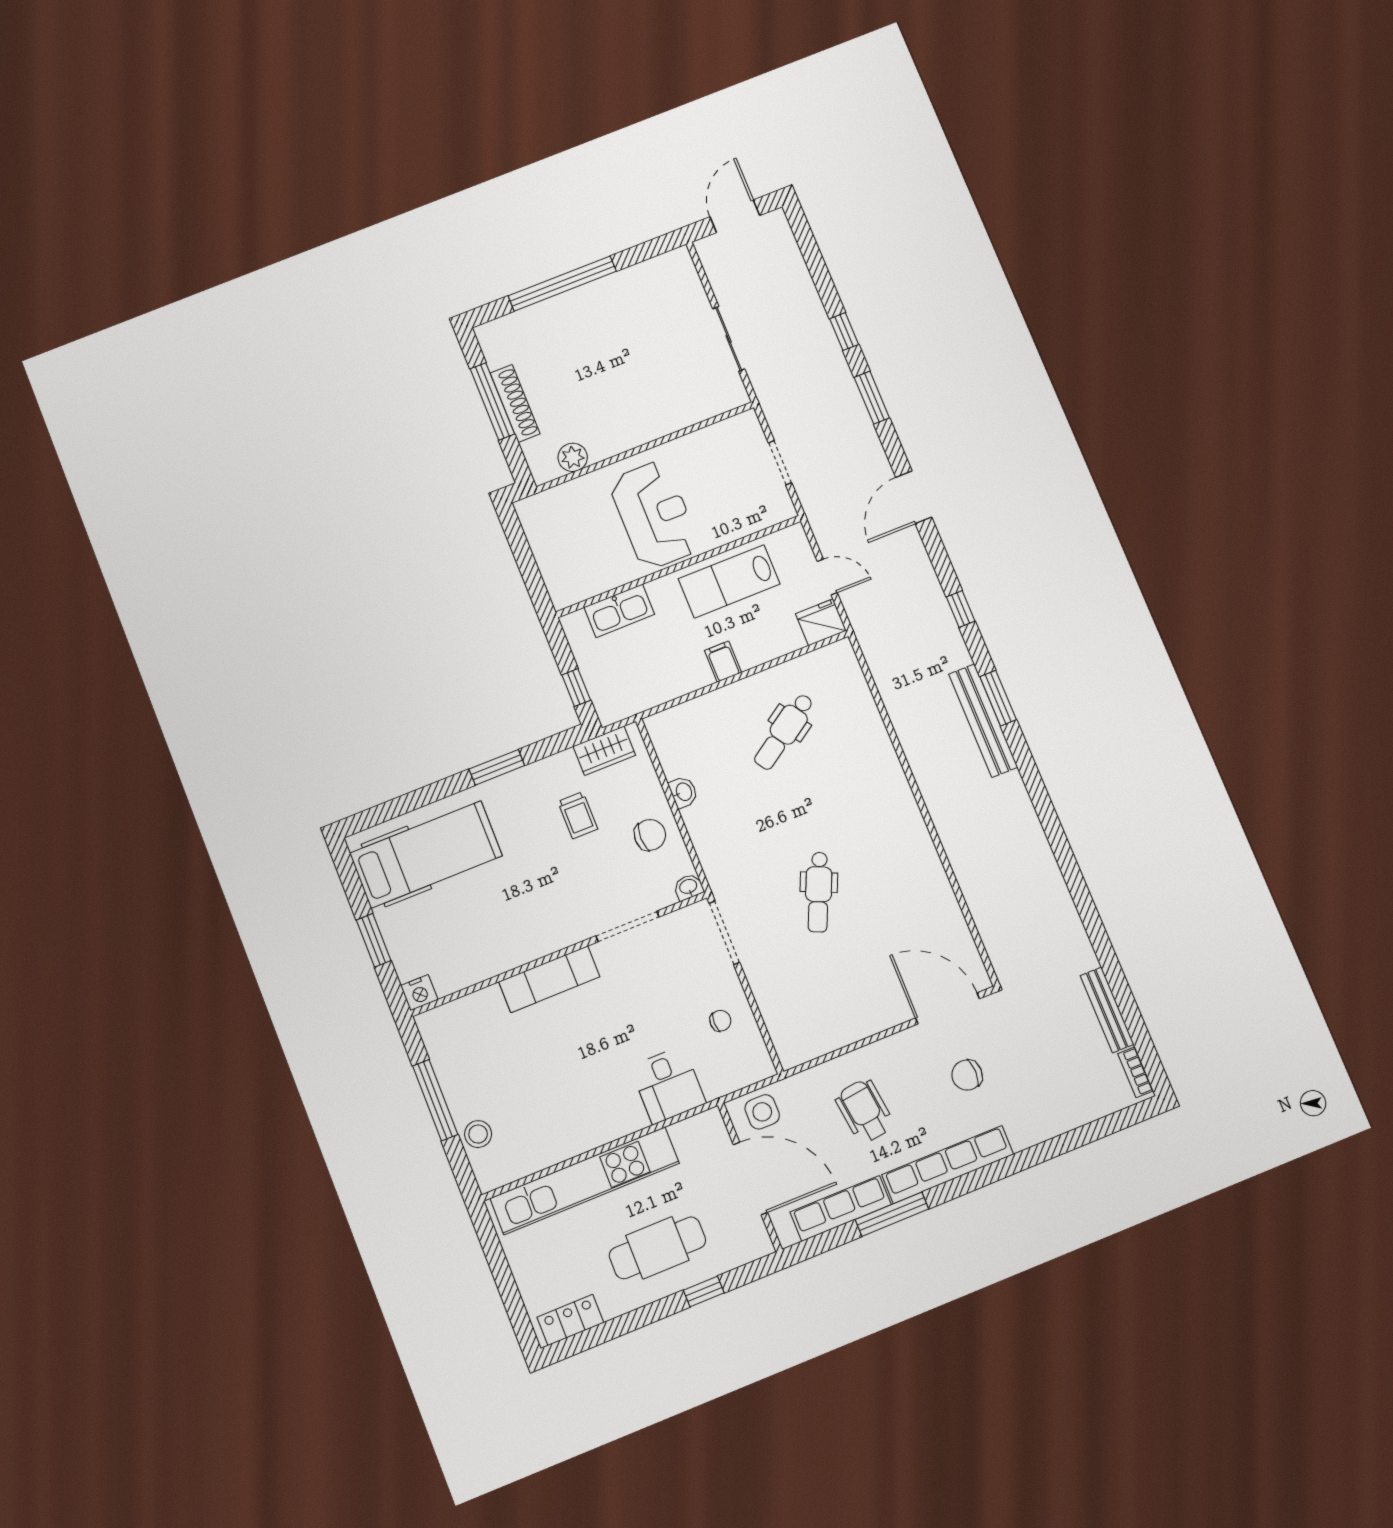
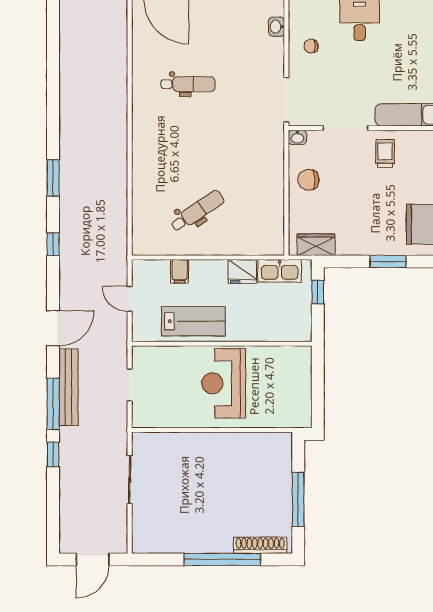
window: (872, 398) -> (53, 404), width x1.44
shoe rack: (515, 403) -> (260, 545), moved, turned 90
plant: (573, 457) -> (261, 442), removed
kitchen sink: (619, 611) -> (280, 271), moved, turned 180
fridge: (821, 622) -> (242, 271), moved
filing cabinet: (723, 662) -> (180, 271), moved
bench: (983, 721) -> (69, 387), moved
washbasin: (683, 792) -> (277, 27), moved
trolley: (578, 815) -> (385, 153), moved
dental chair: (819, 892) -> (188, 84), moved, turned 66

